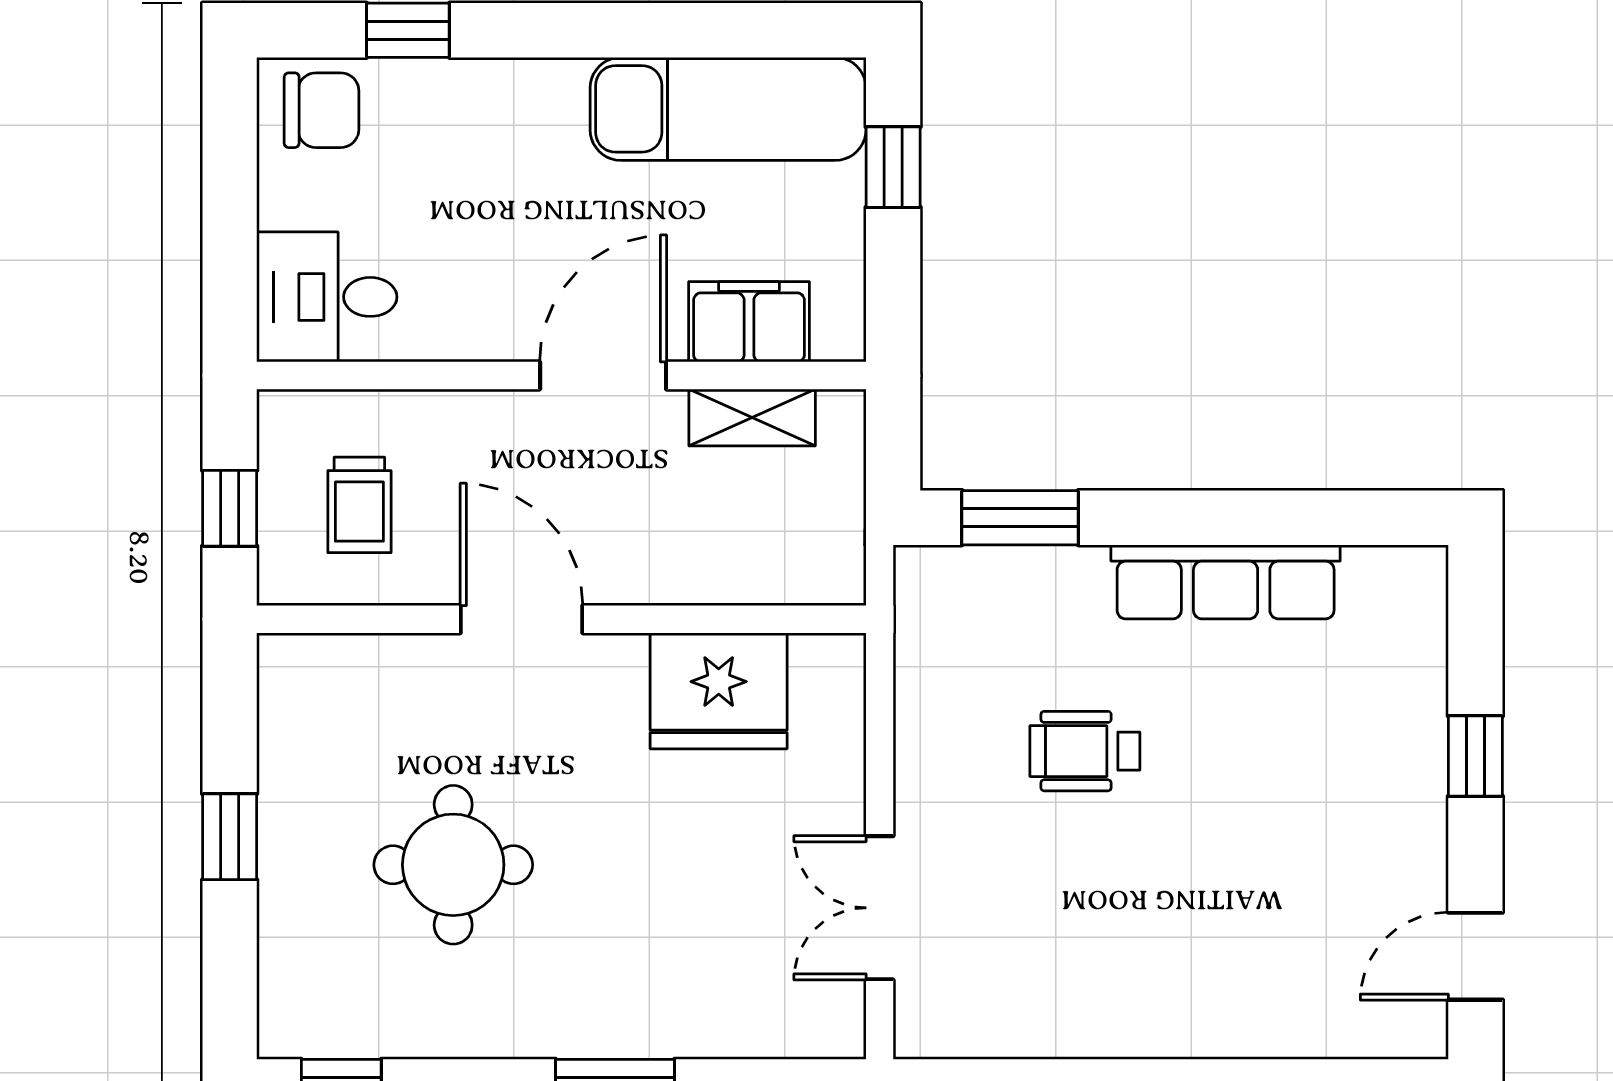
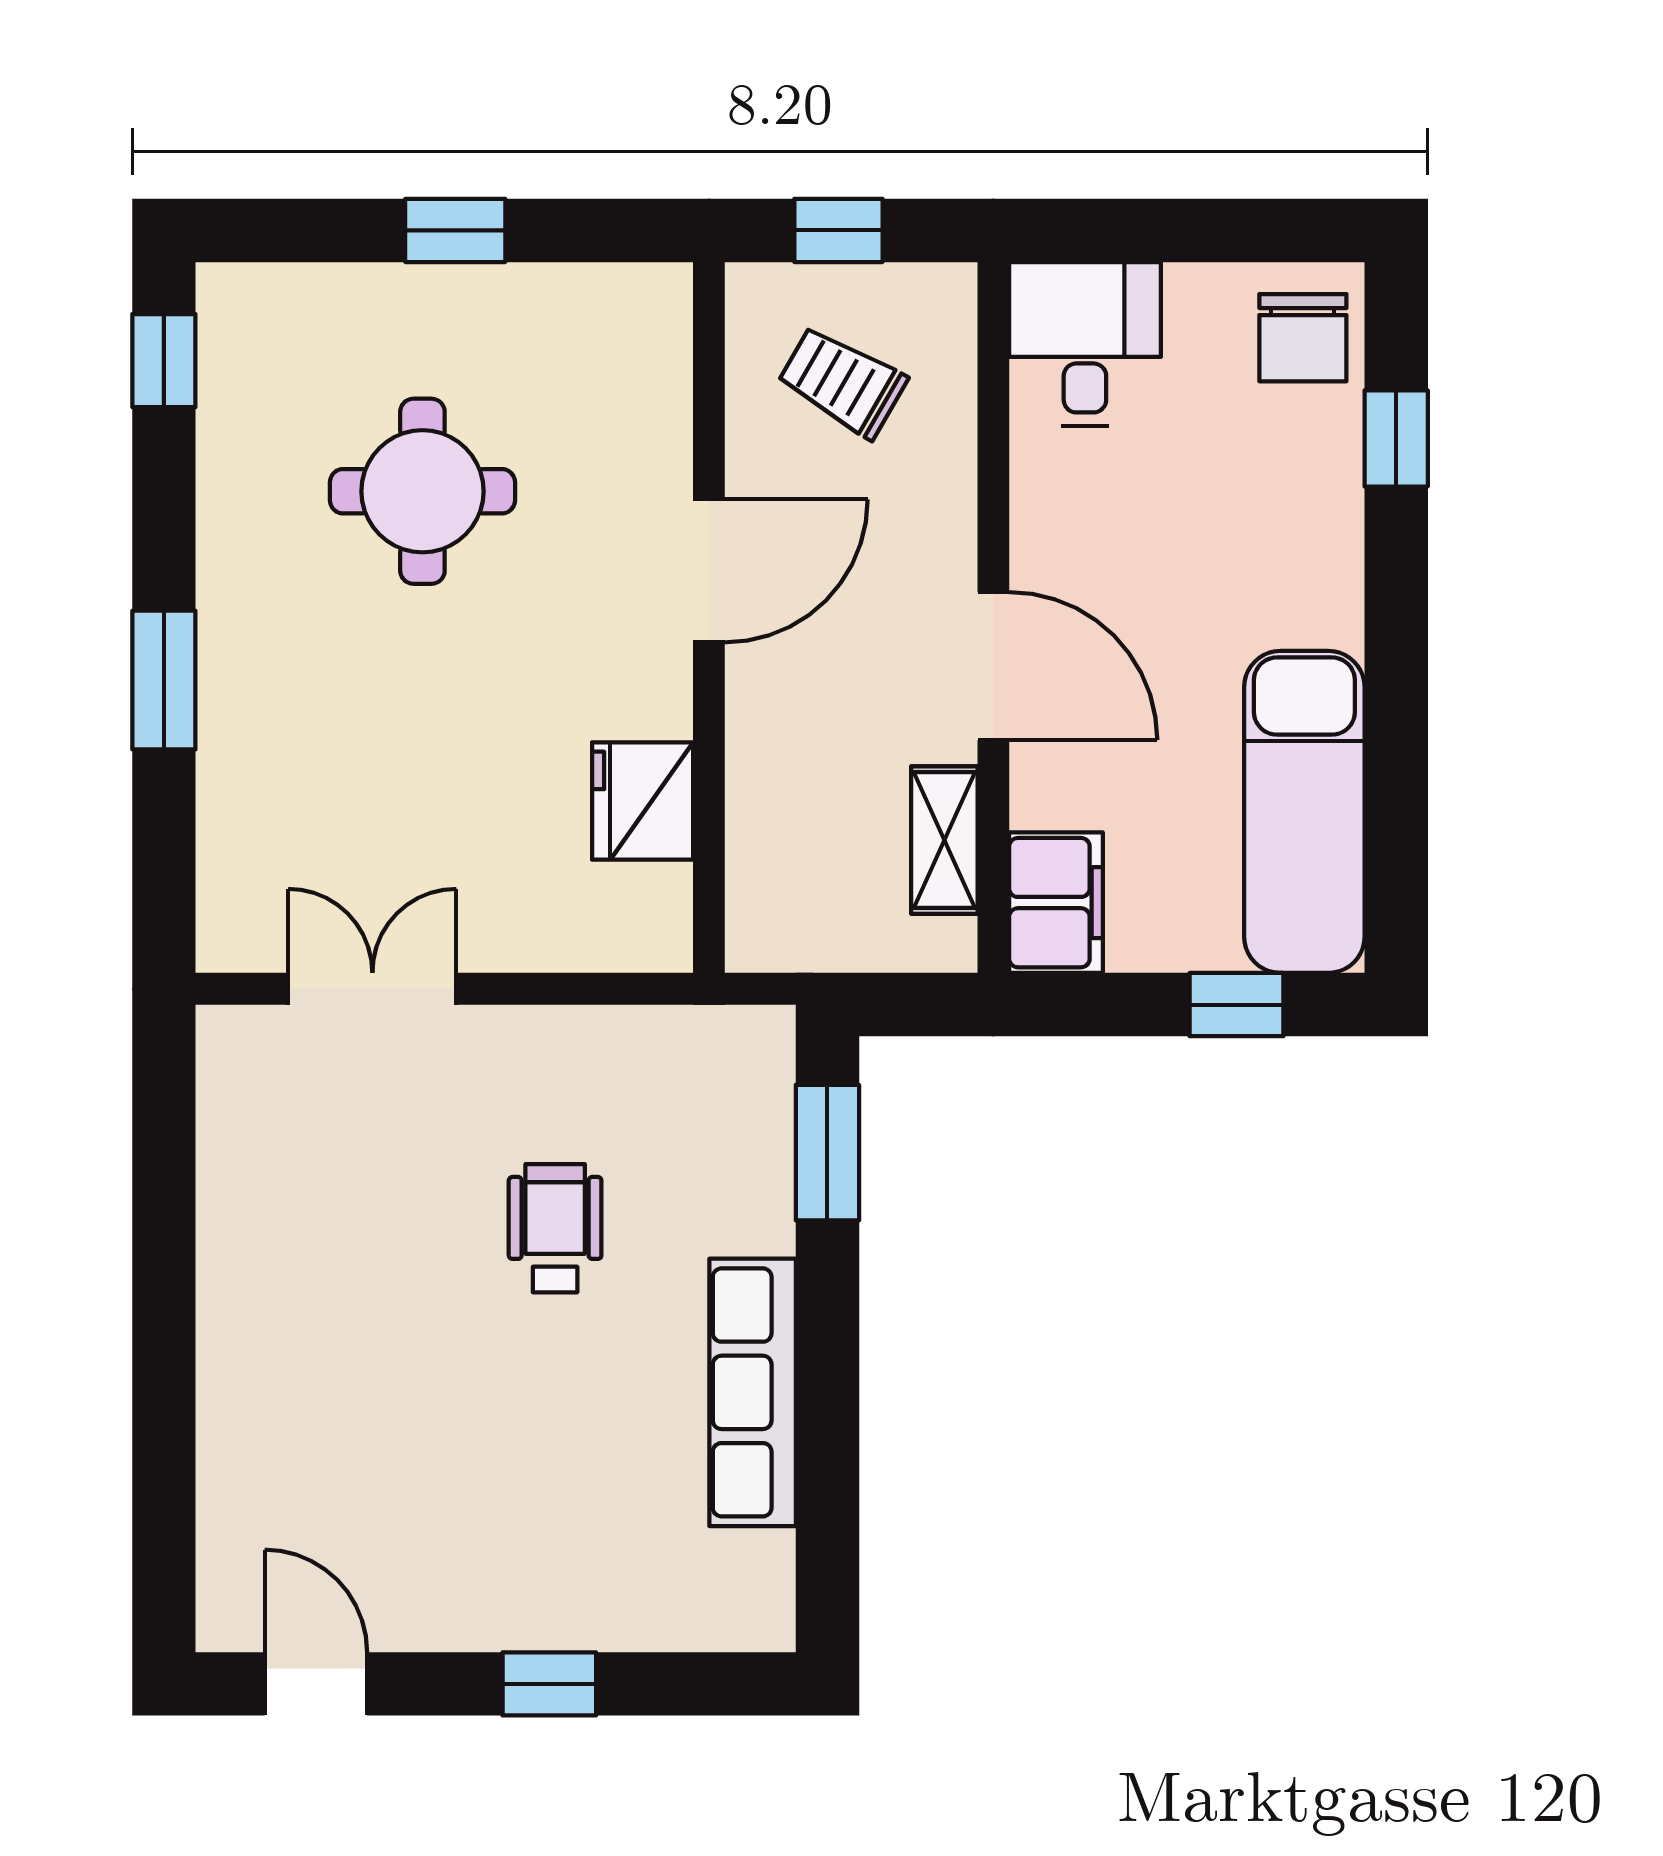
filing cabinet: (749, 322) -> (1056, 903), moved
trolley: (359, 505) -> (842, 382), turned 30
fridge: (719, 691) -> (643, 801), width x0.73, depth x0.75

